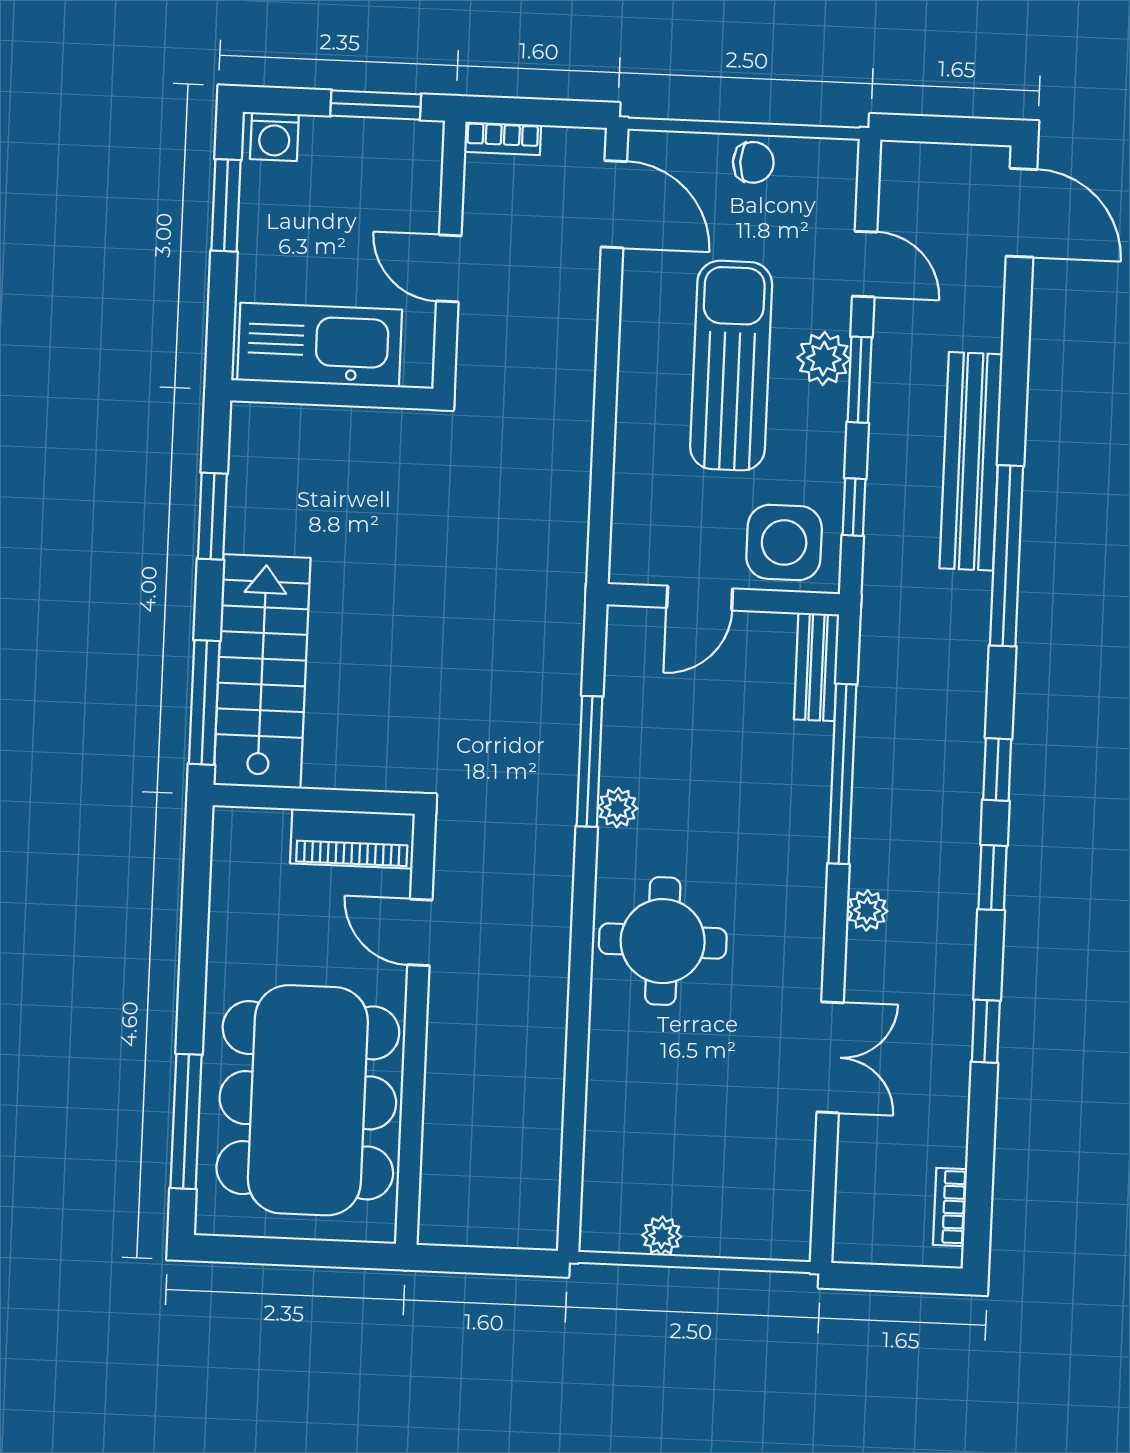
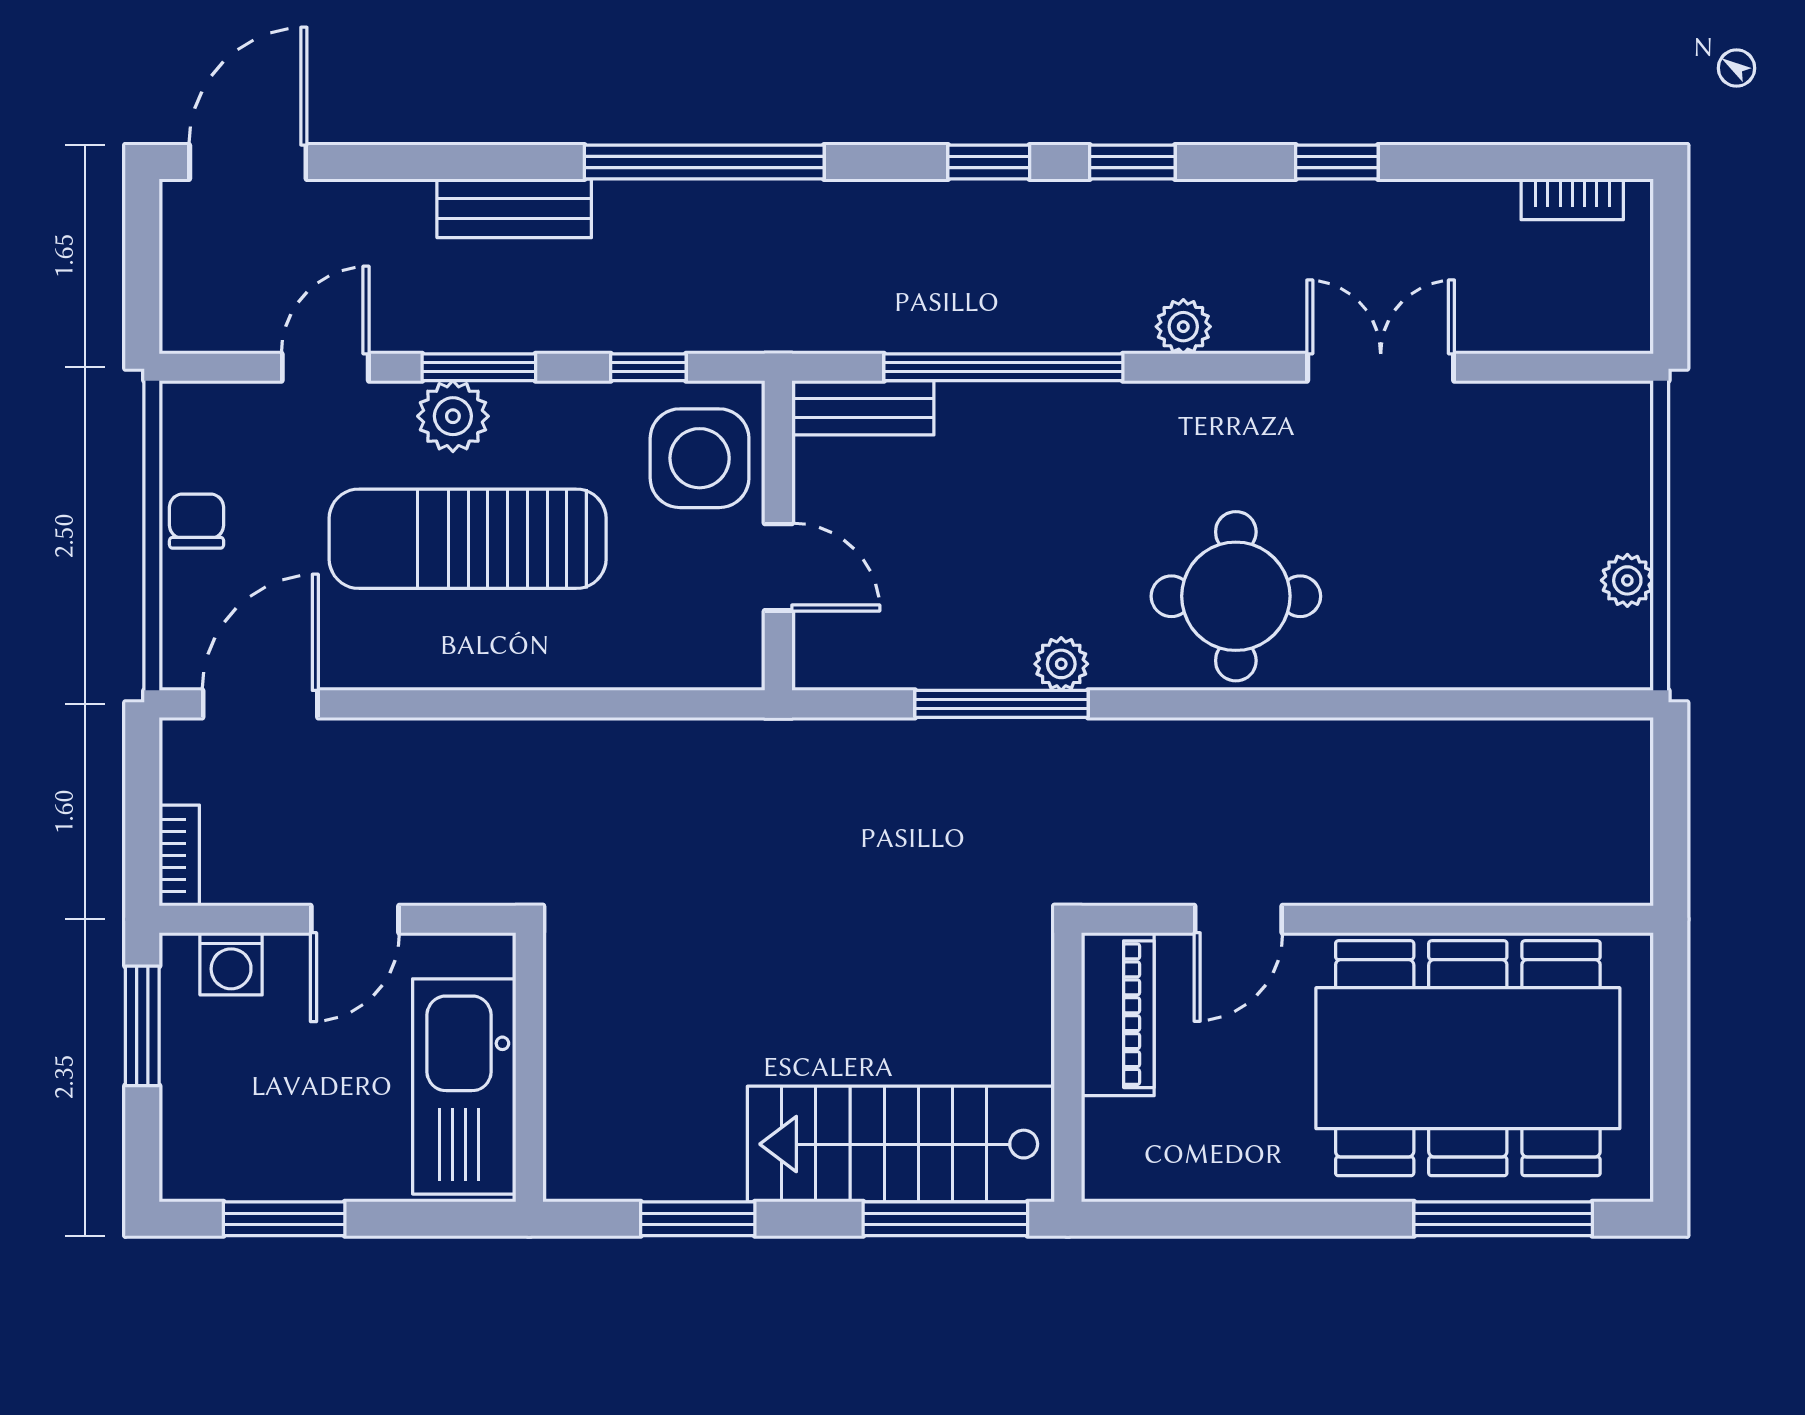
washing machine: (274, 137) -> (231, 964), moved, turned 90
bench: (971, 461) -> (514, 208), width x0.54, depth x0.82

